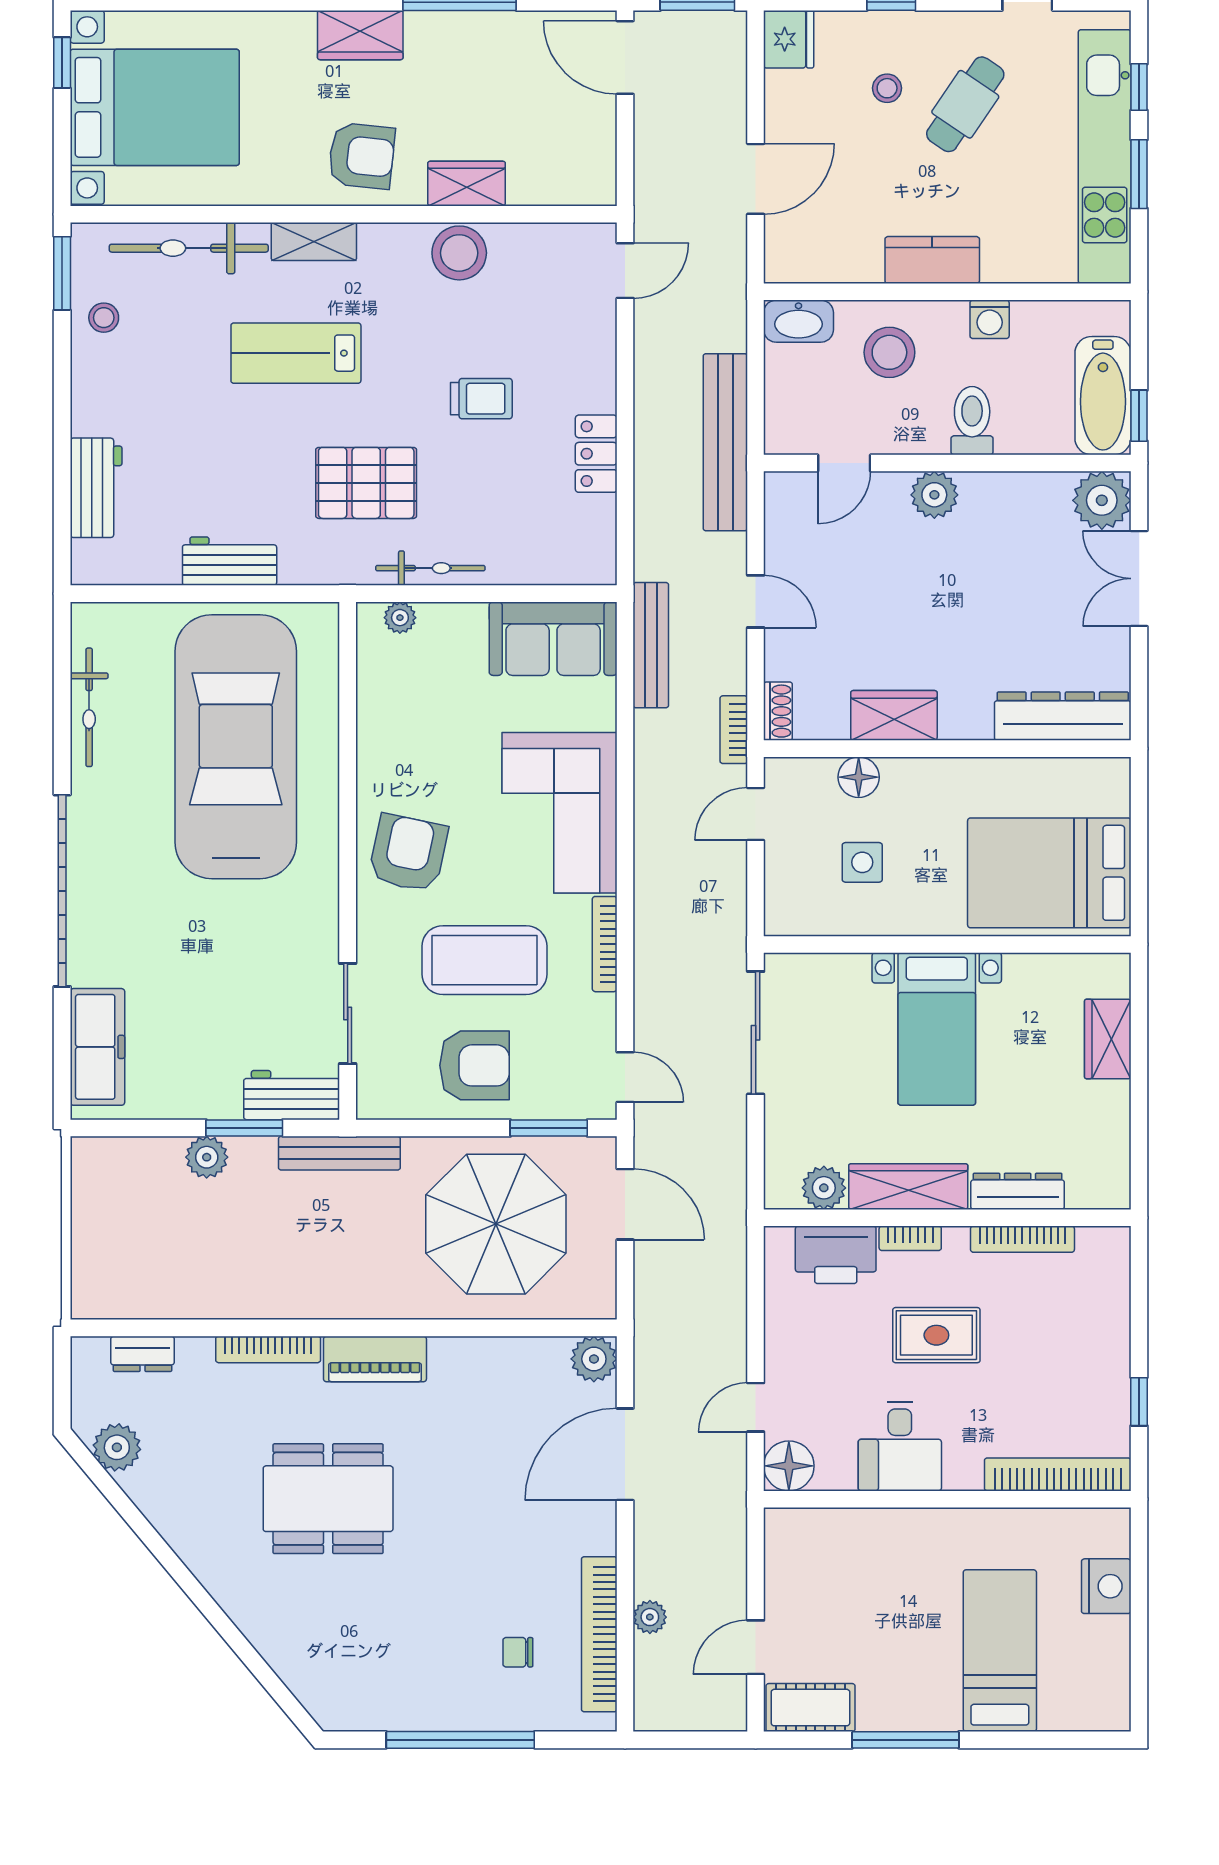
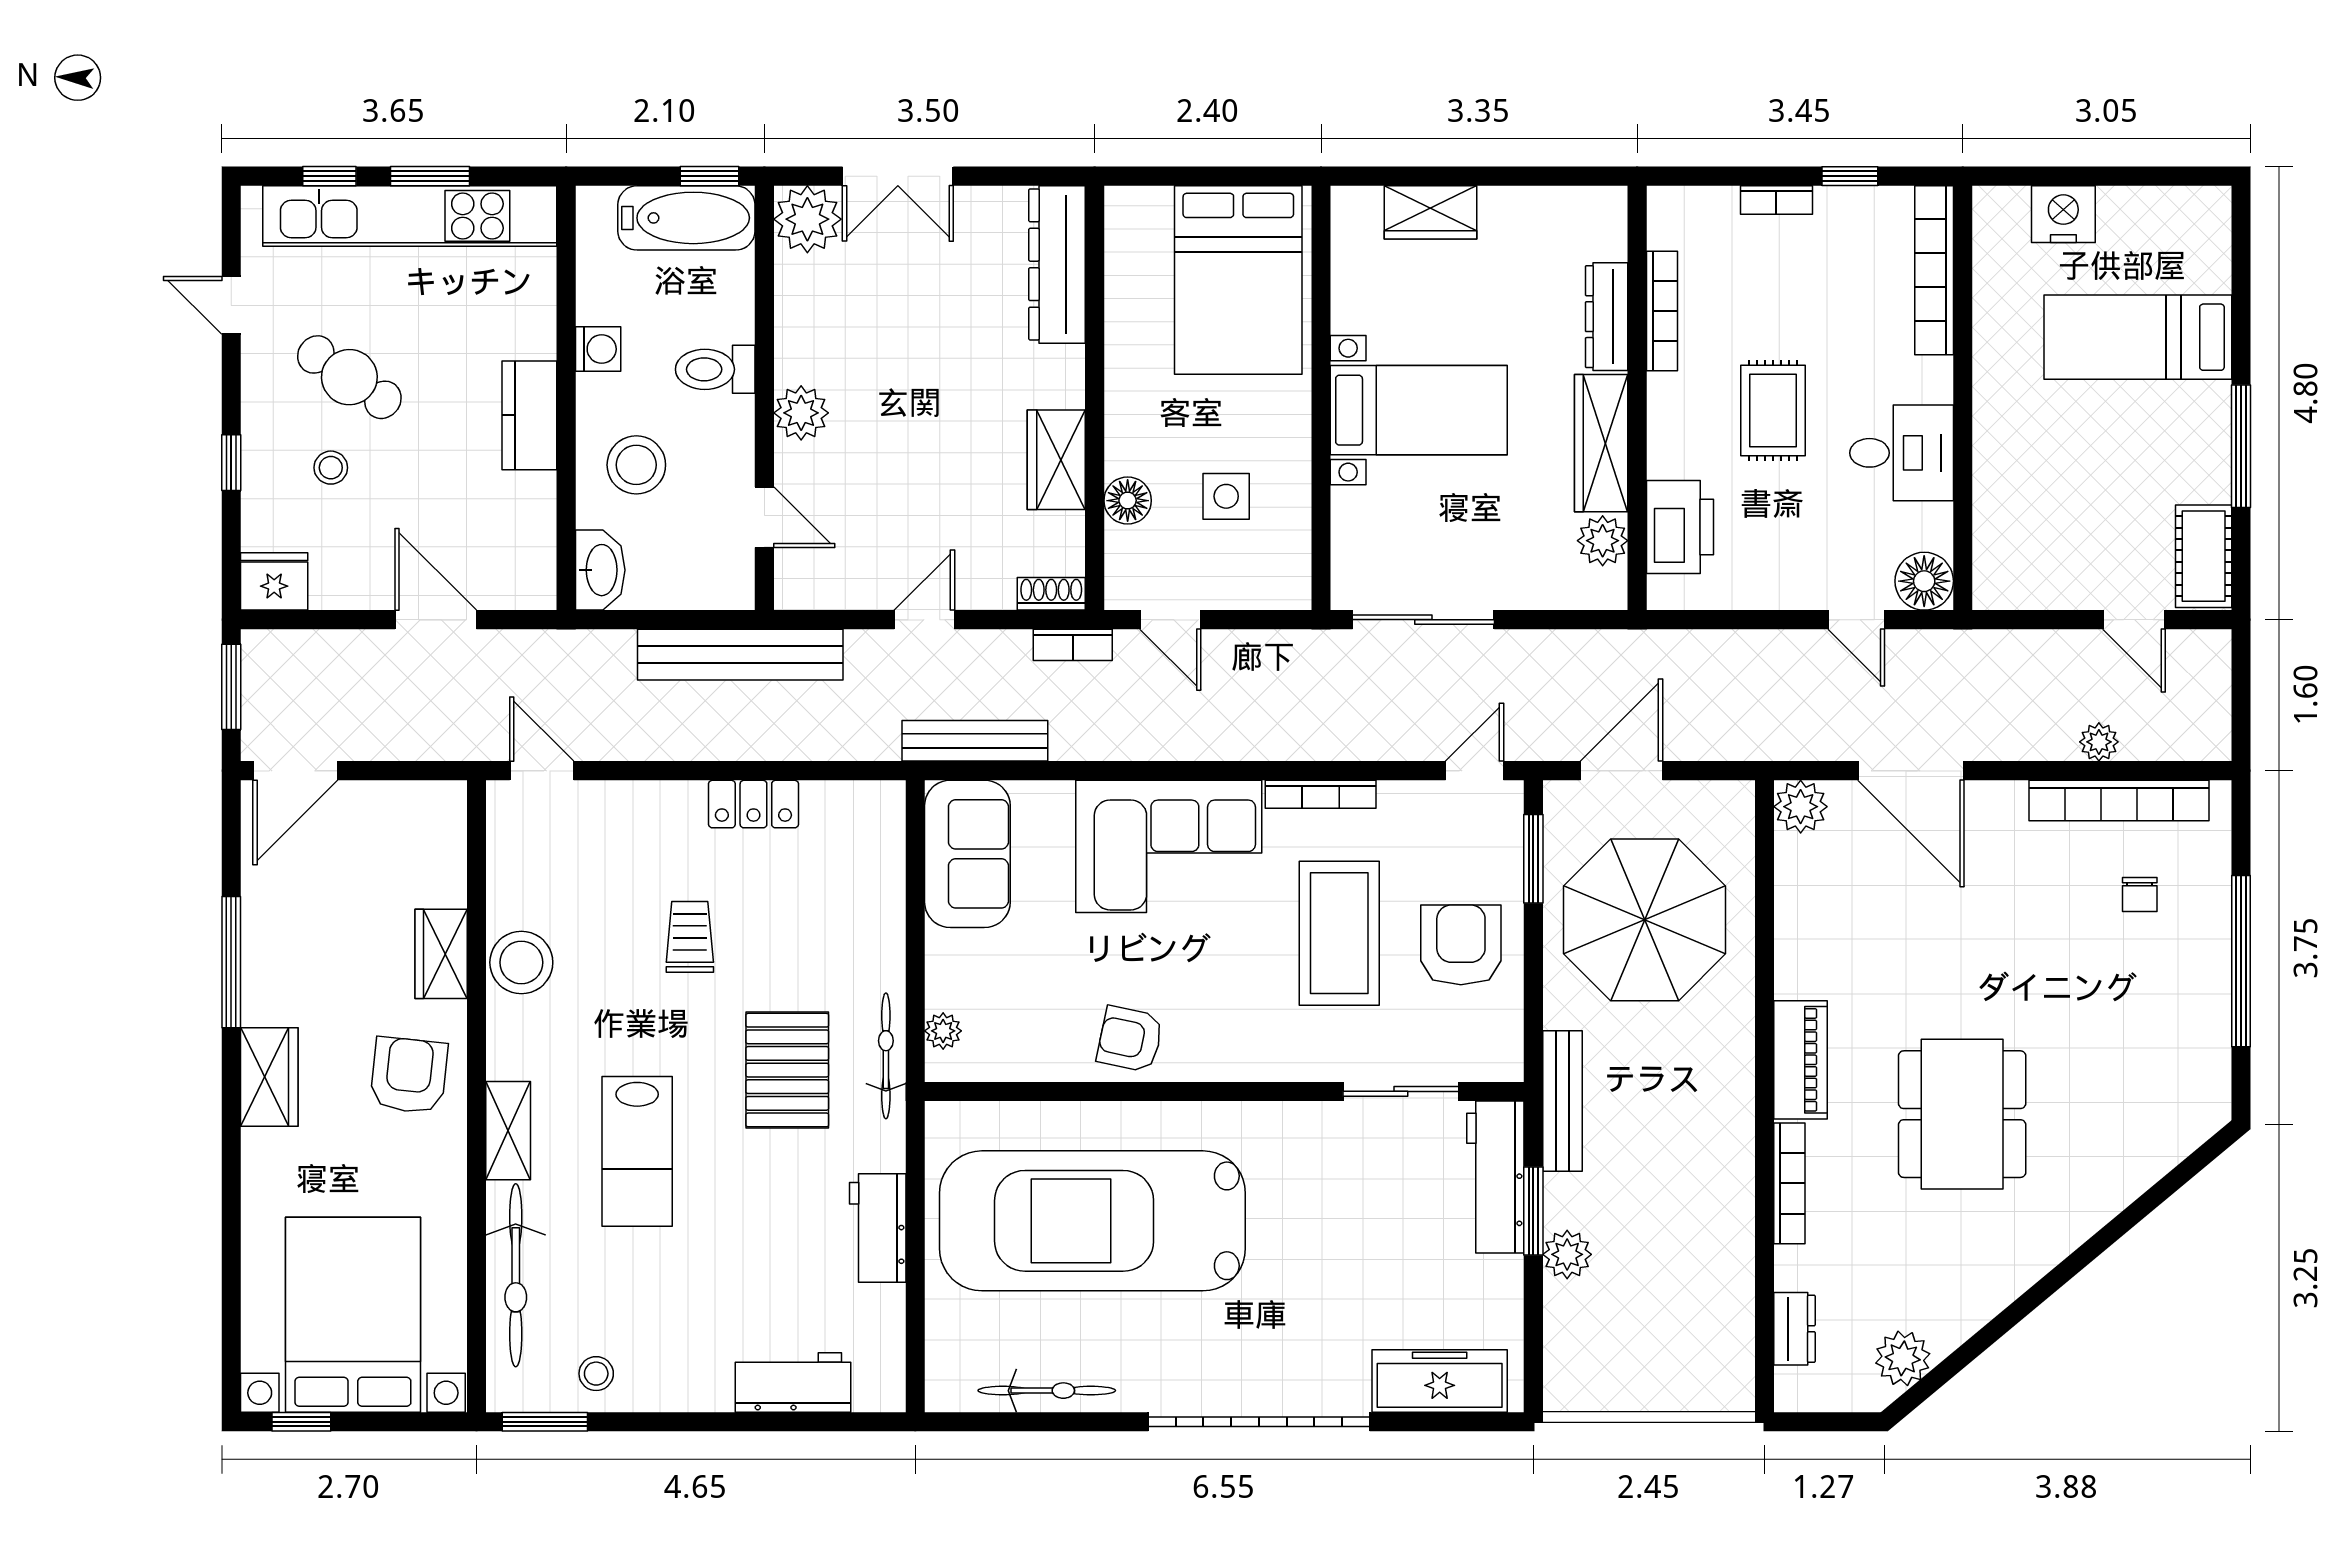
bicycle: (430, 568) -> (886, 1056), moved
armchair: (408, 853) -> (1130, 1039), moved, width x0.72, depth x0.72
workbench: (292, 1095) -> (1495, 1177), width x1.38
bookcase: (910, 1238) -> (1776, 200), moved, turned 90

